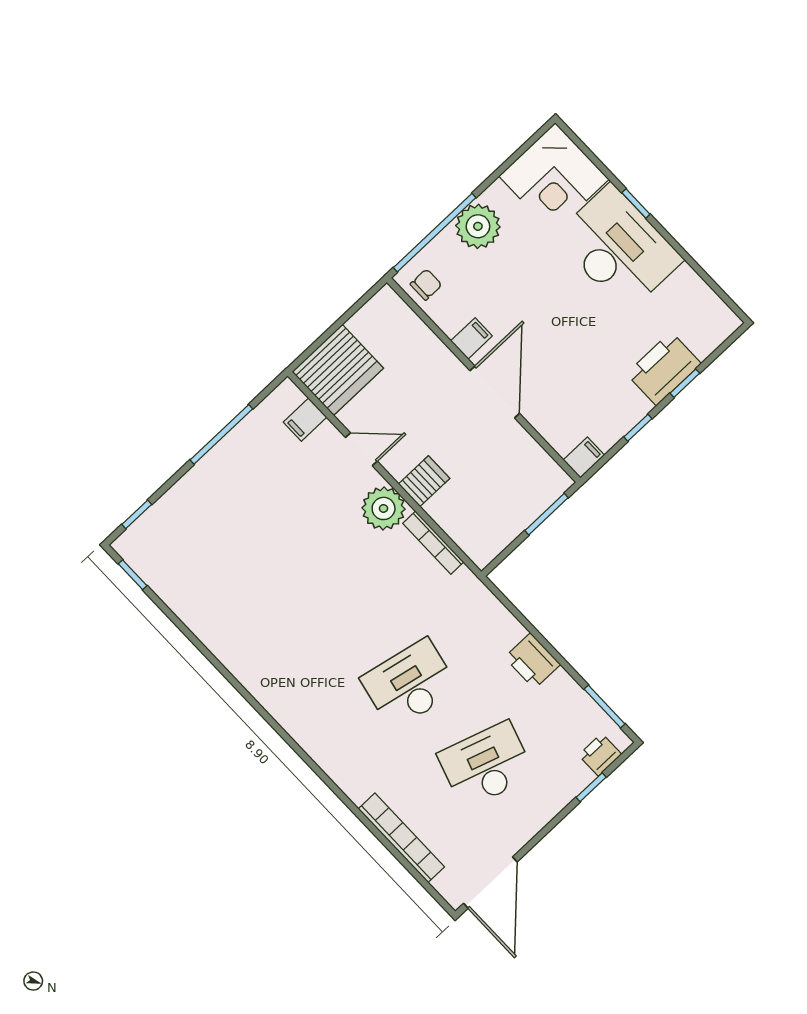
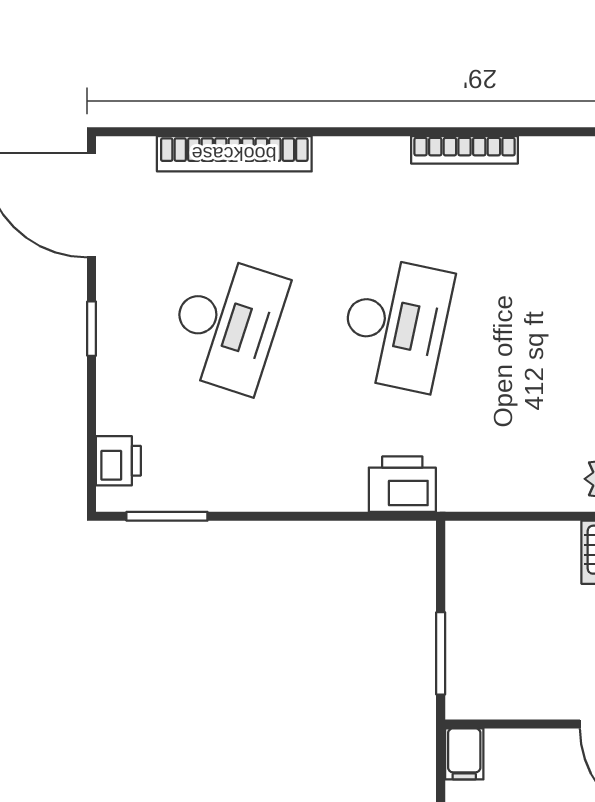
bookcase: (433, 543) -> (465, 150), moved, turned 180
printer: (533, 661) -> (402, 484), moved
window: (591, 787) -> (92, 329), moved

